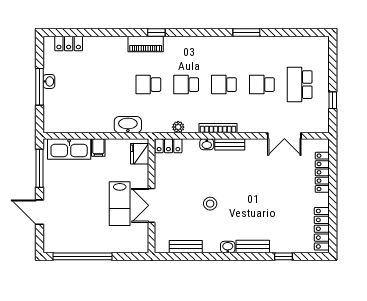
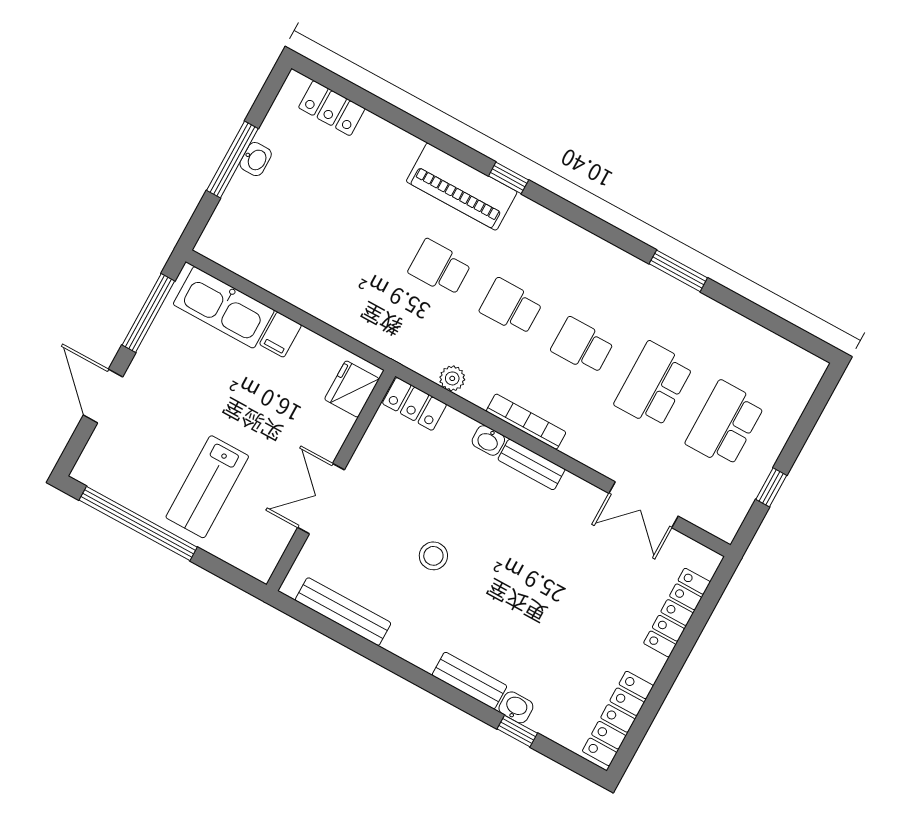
piano: (146, 44) -> (462, 187), width x1.37, depth x1.33
school desk: (262, 85) -> (654, 385), width x1.85
washbasin: (128, 125) -> (360, 322), removed
lab bench: (120, 204) -> (207, 487), moved
bench: (186, 247) -> (343, 612), width x1.36
washbasin: (228, 247) -> (516, 707), moved

